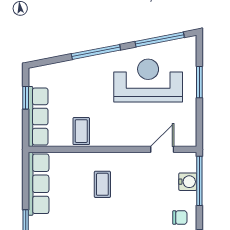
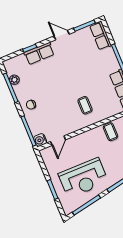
water cooler: (188, 182) -> (40, 140), moved

